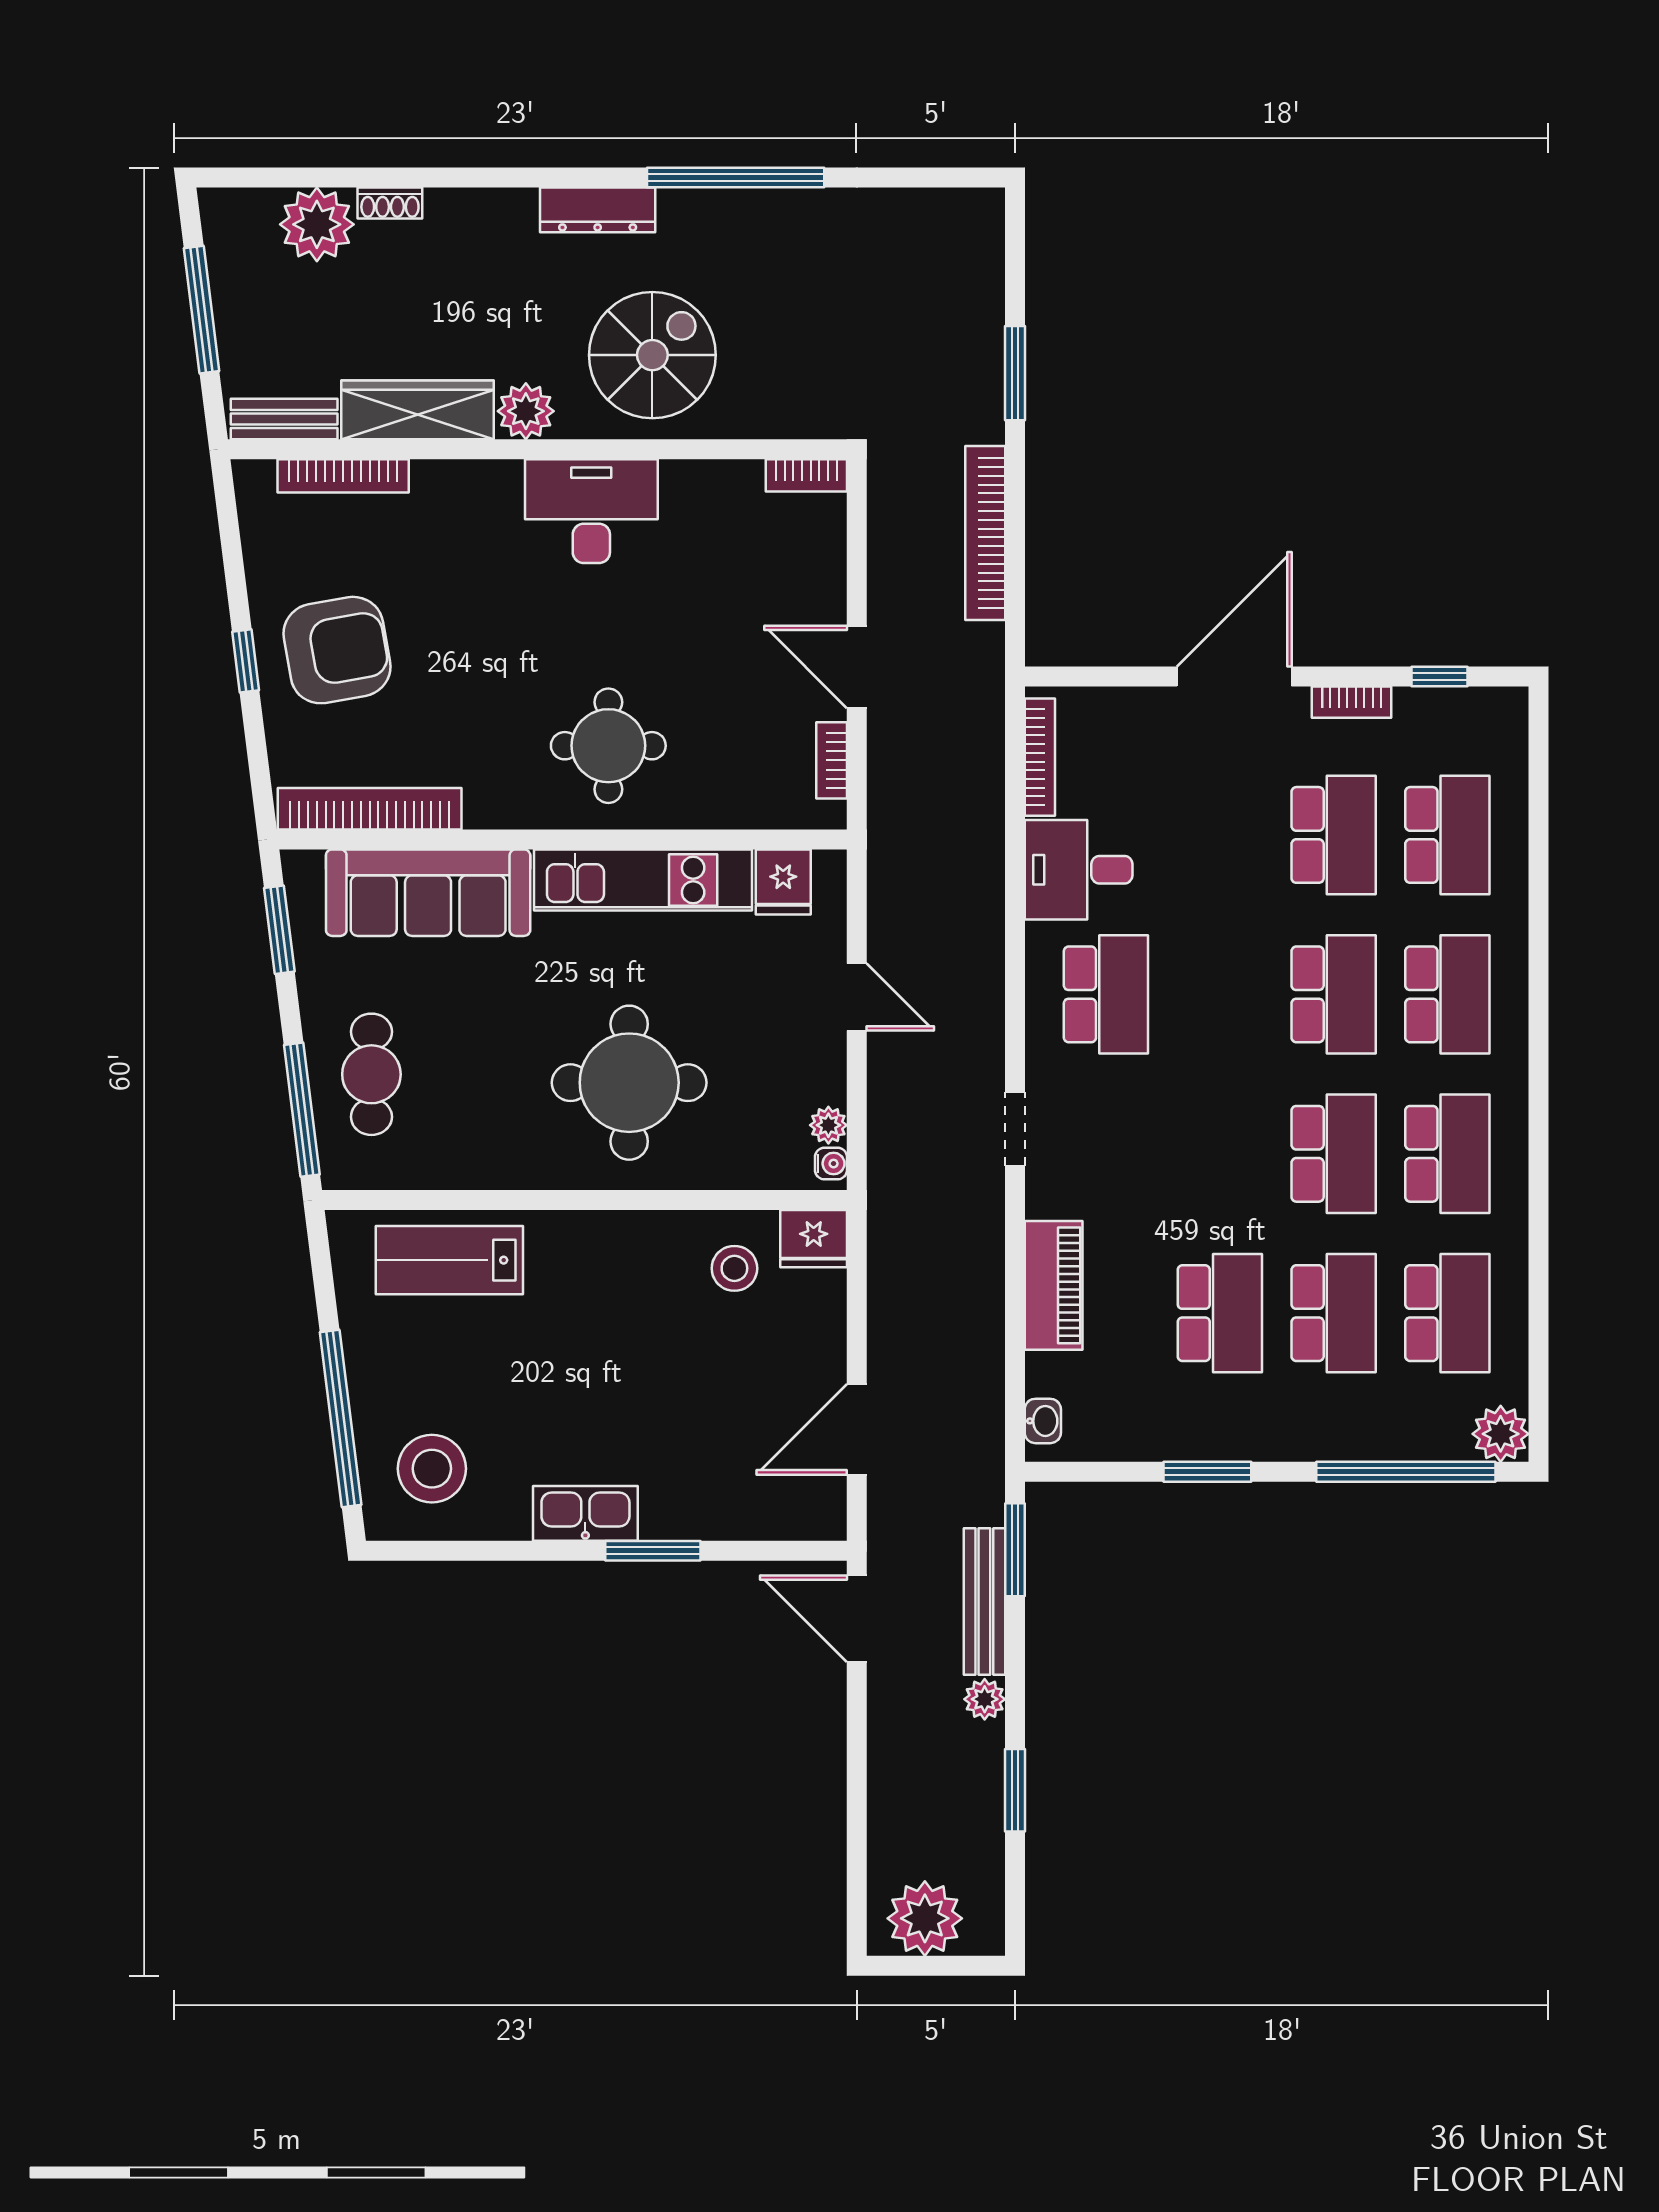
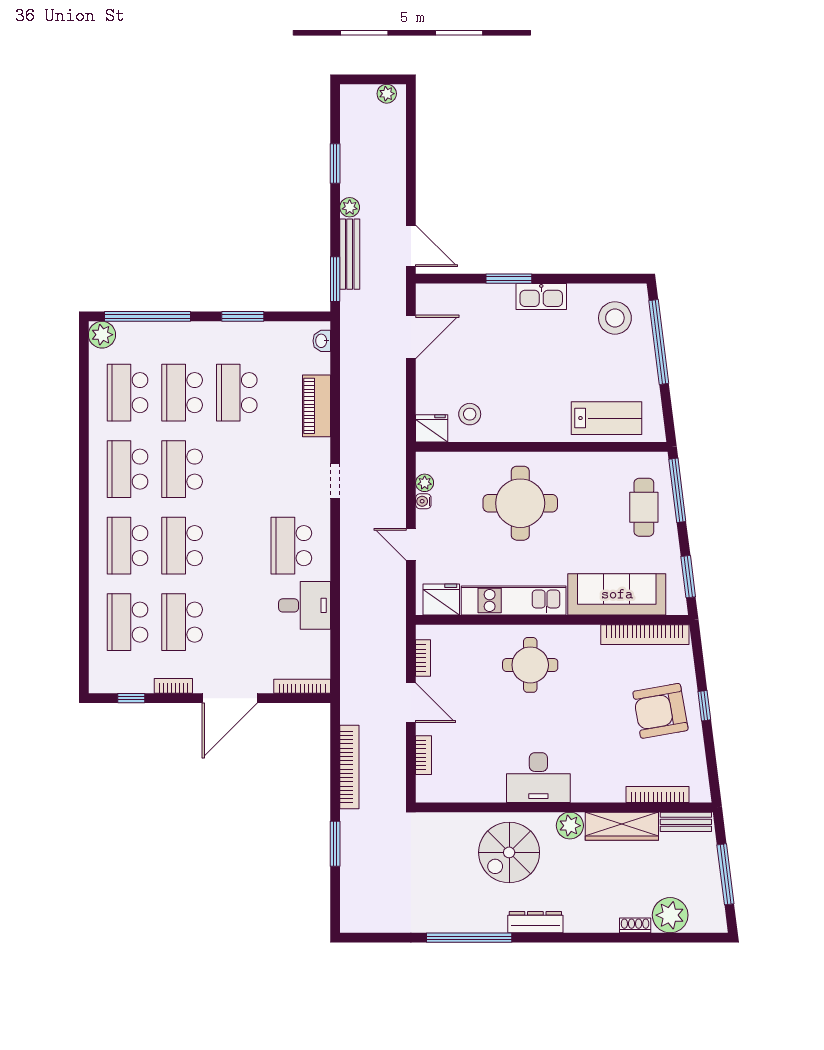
bookcase: (806, 475) -> (423, 755), moved, turned 90
bookcase: (1040, 757) -> (302, 686), moved, turned 90
fridge: (783, 882) -> (441, 600), width x1.38
water cooler: (831, 1164) -> (423, 501), moved
plant: (925, 1918) -> (387, 94), width x0.53, depth x0.53

